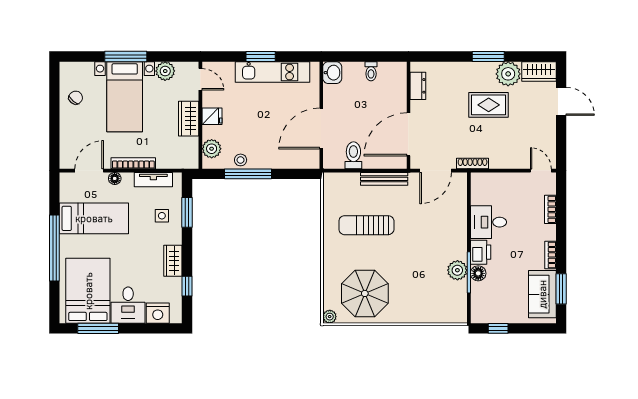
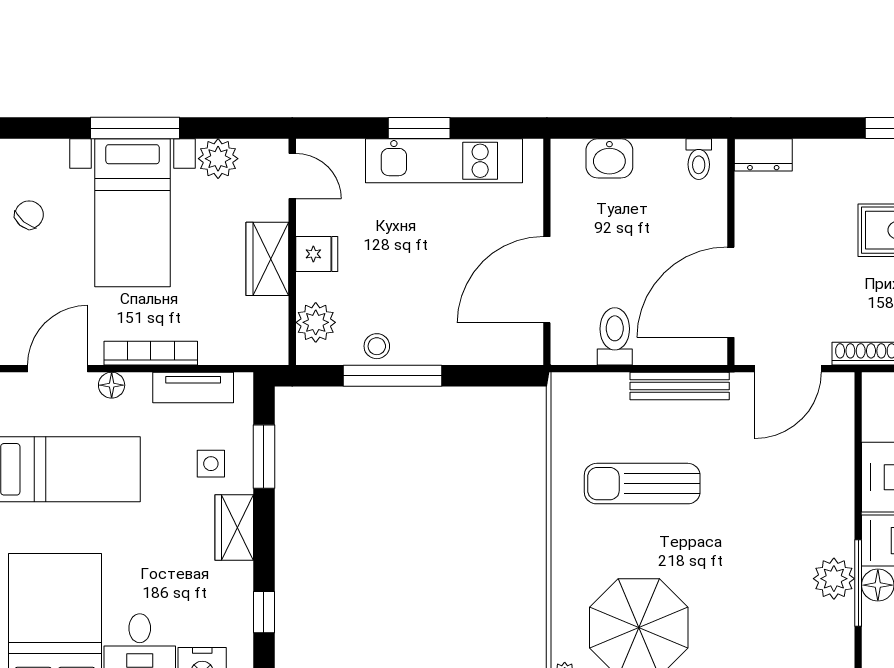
toilet: (371, 71) -> (699, 159), moved
washbasin: (332, 73) -> (609, 158), moved, turned 90
dresser: (418, 86) -> (763, 155), moved, turned 90
wardrobe: (173, 261) -> (234, 528), moved

